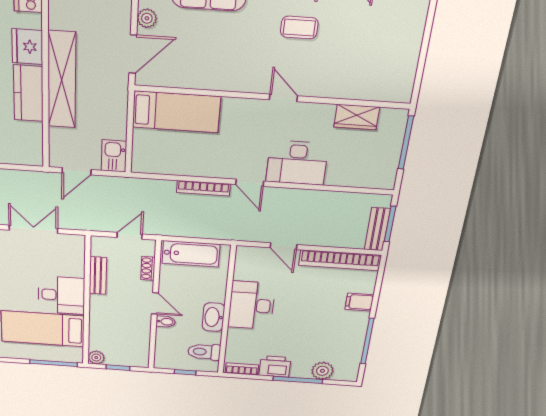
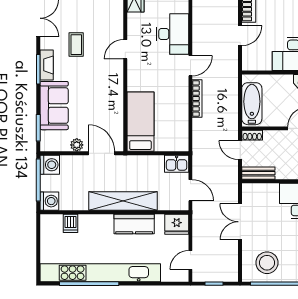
fridge: (27, 47) -> (177, 224), moved
shoe rack: (148, 268) -> (252, 135), moved
bench: (98, 276) -> (258, 173), moved

